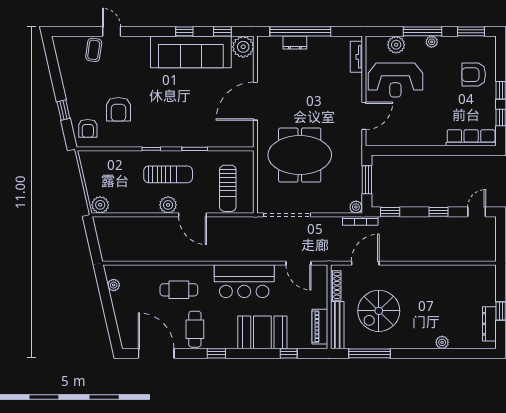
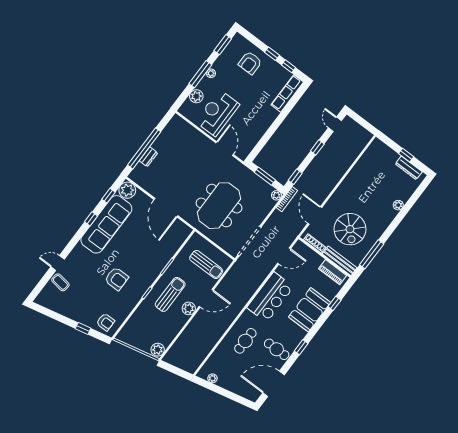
tv unit: (356, 57) -> (185, 126), removed
reception desk: (395, 80) -> (217, 113), turned 180
armchair: (118, 109) -> (117, 279), moved

